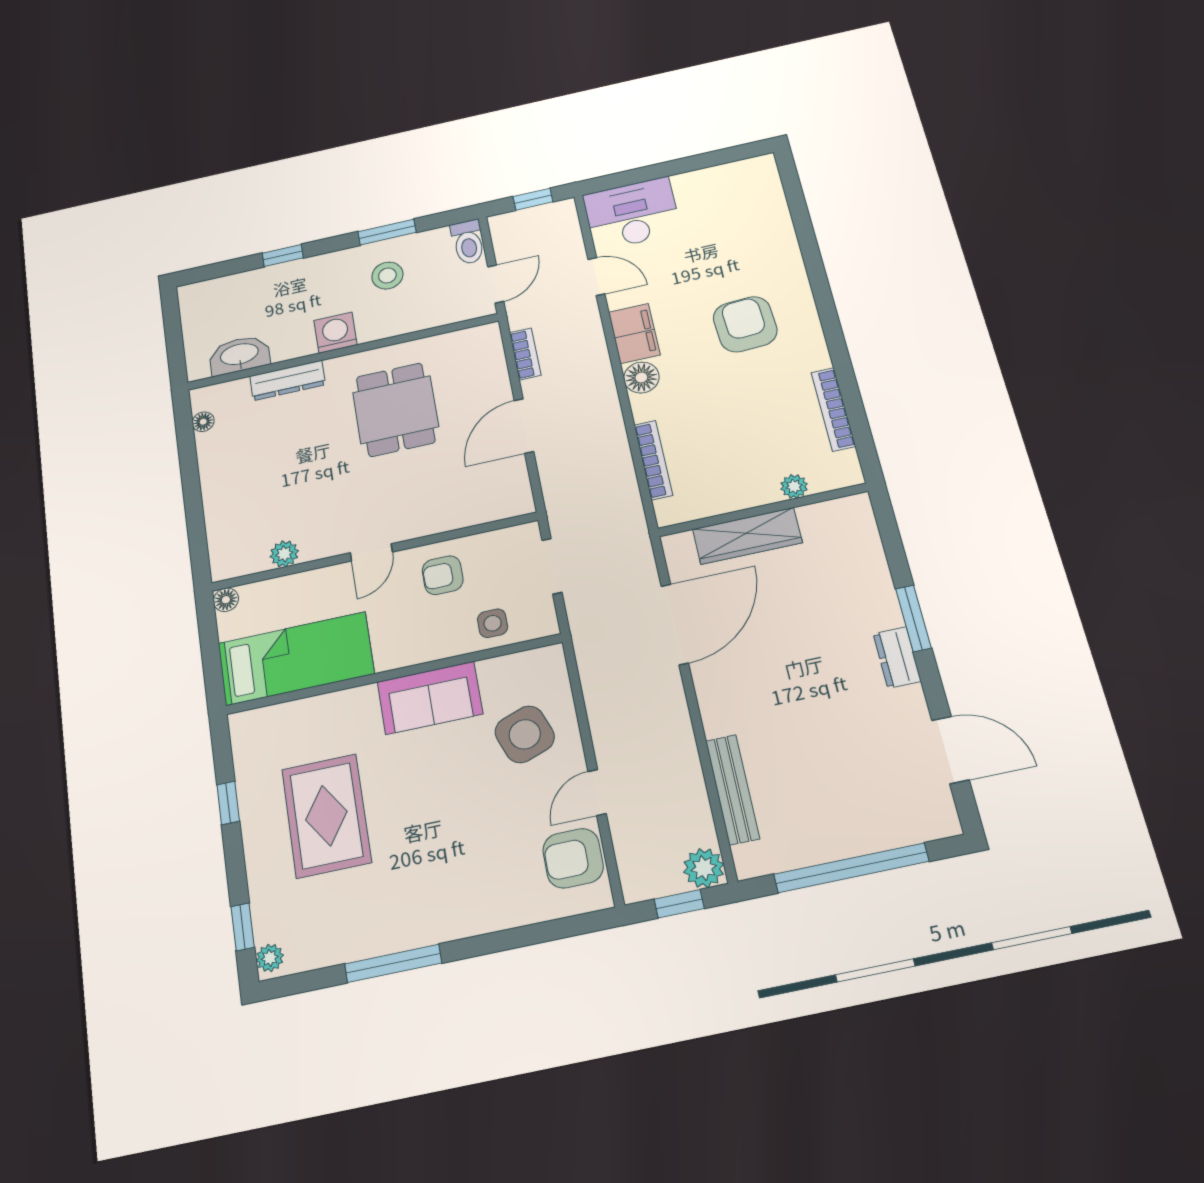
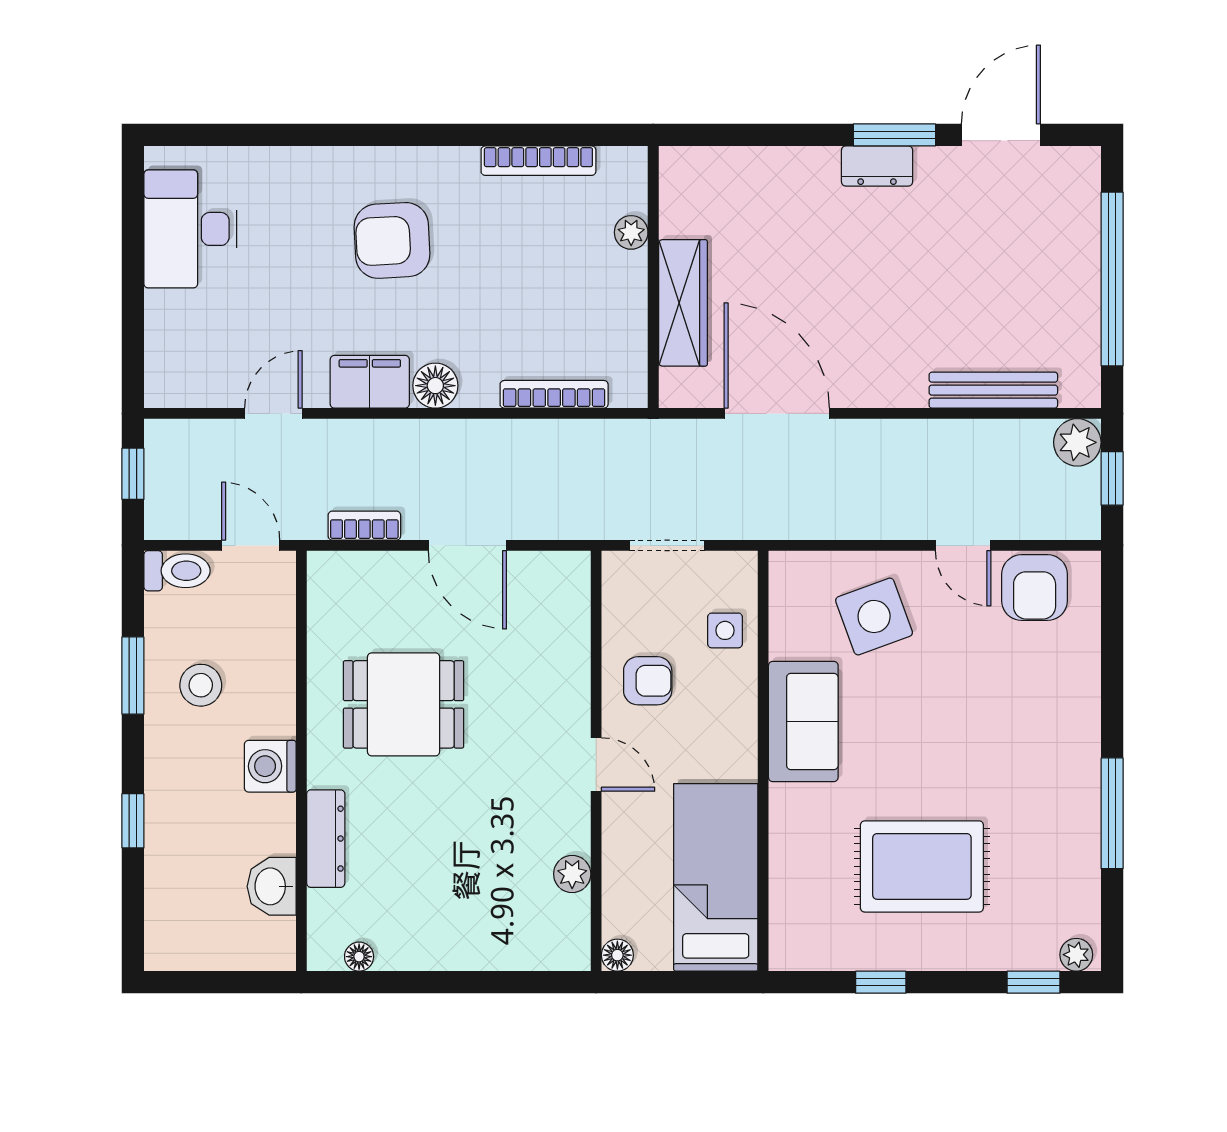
desk: (632, 214) -> (190, 229), moved
washbasin: (239, 355) -> (272, 886), width x0.72
armchair: (443, 575) -> (648, 681), turned -90
window: (913, 618) -> (894, 135), moved

